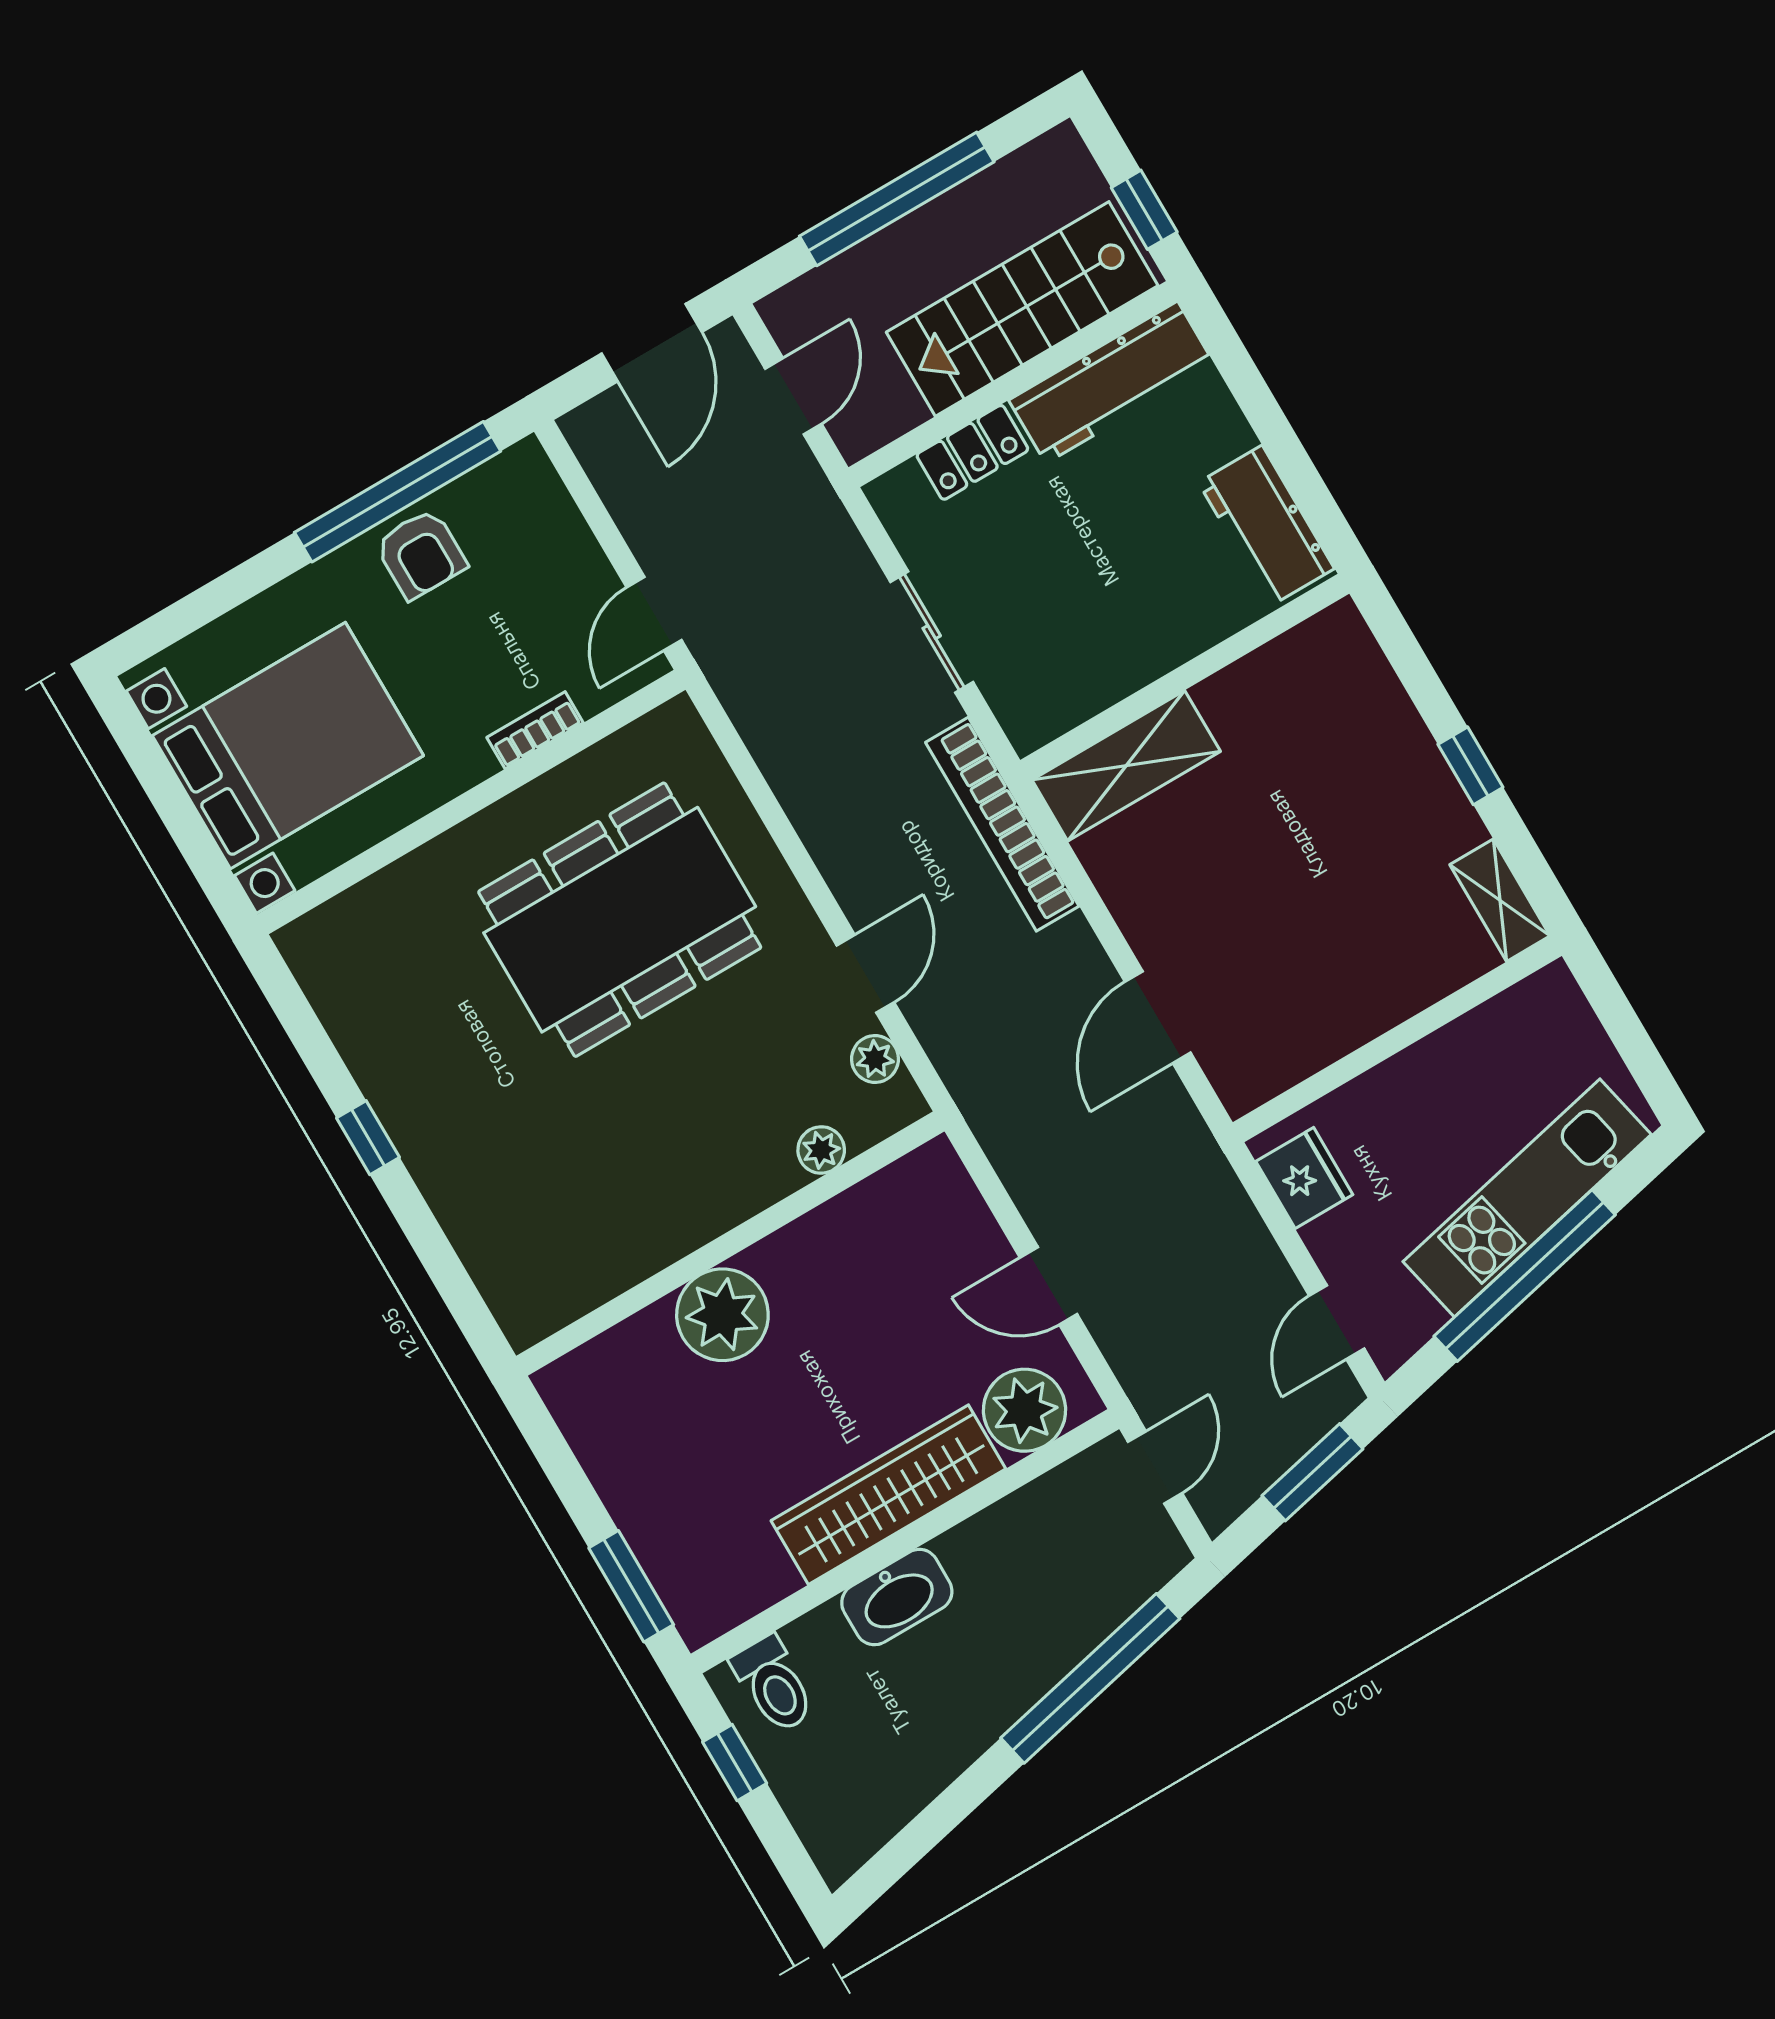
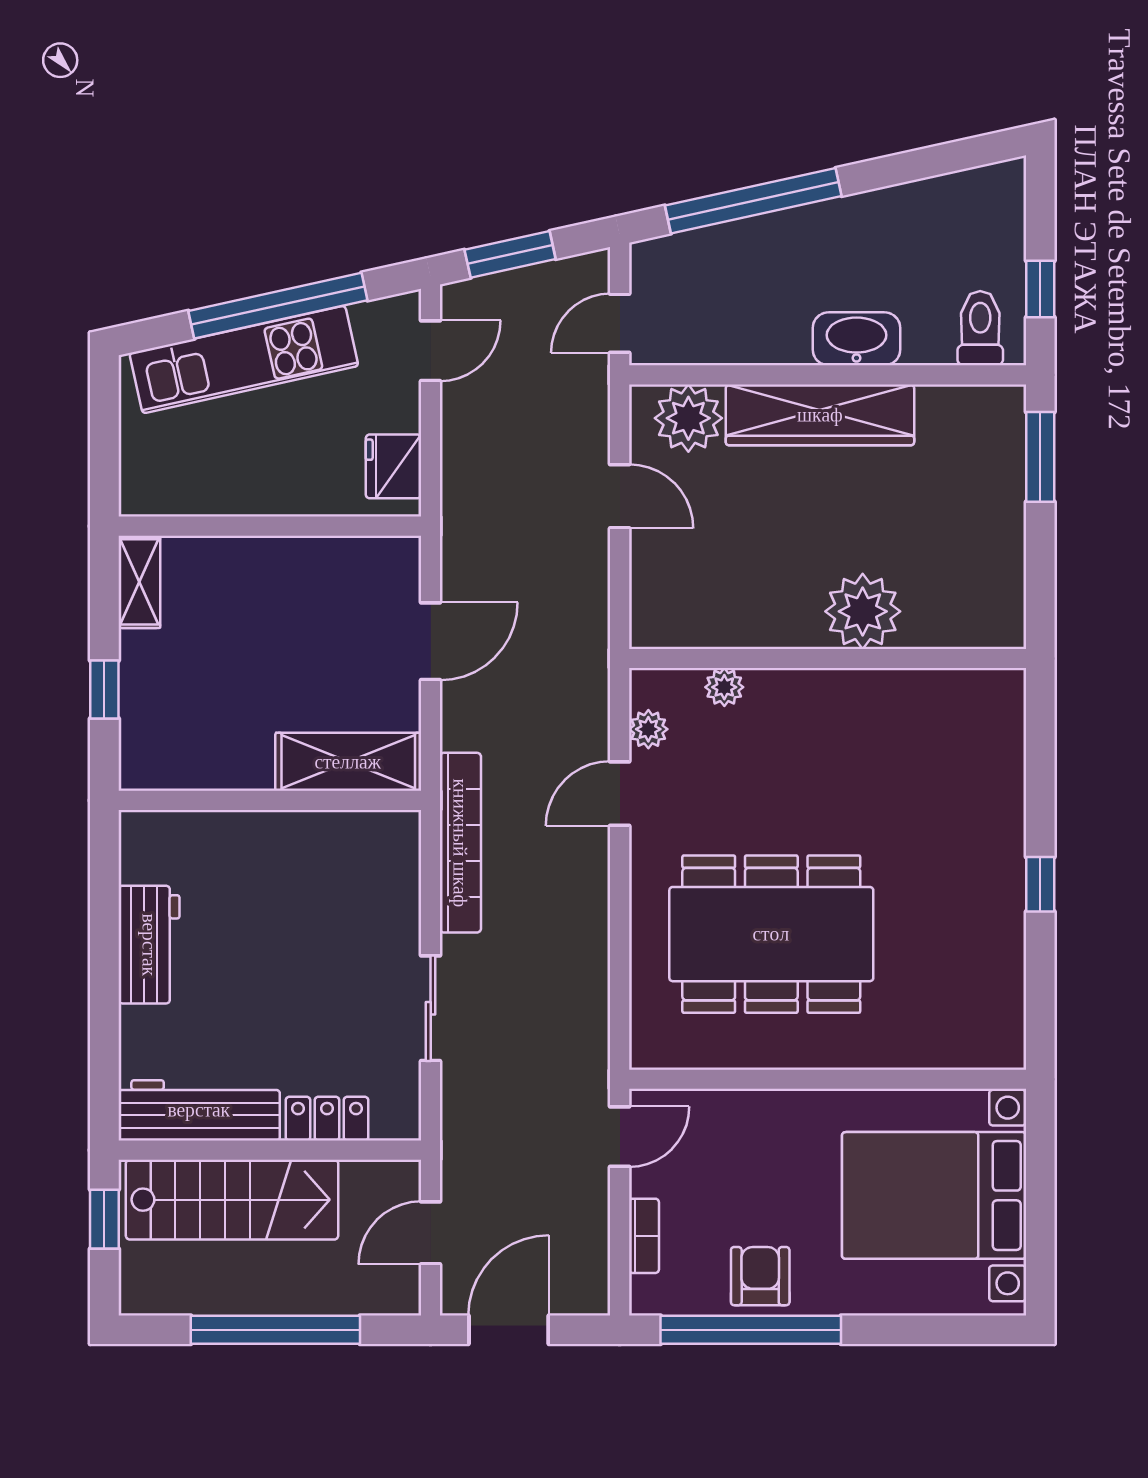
wall: (1185, 677) -> (270, 800), moved
bookcase: (535, 730) -> (644, 1236), moved, turned -90
shelving: (1126, 766) -> (348, 762), moved

